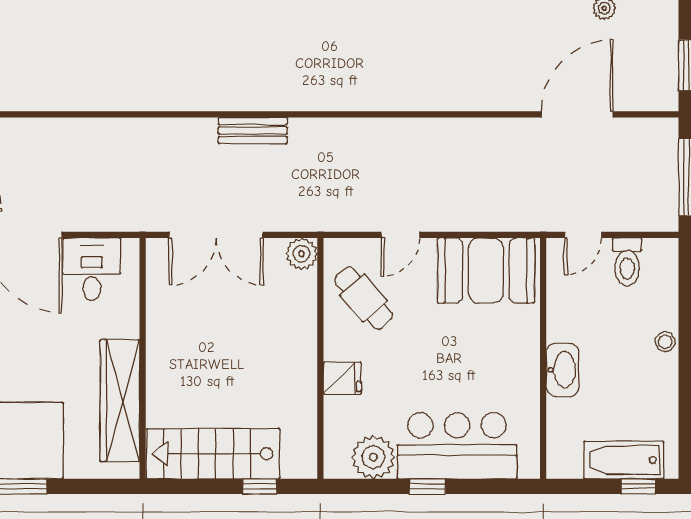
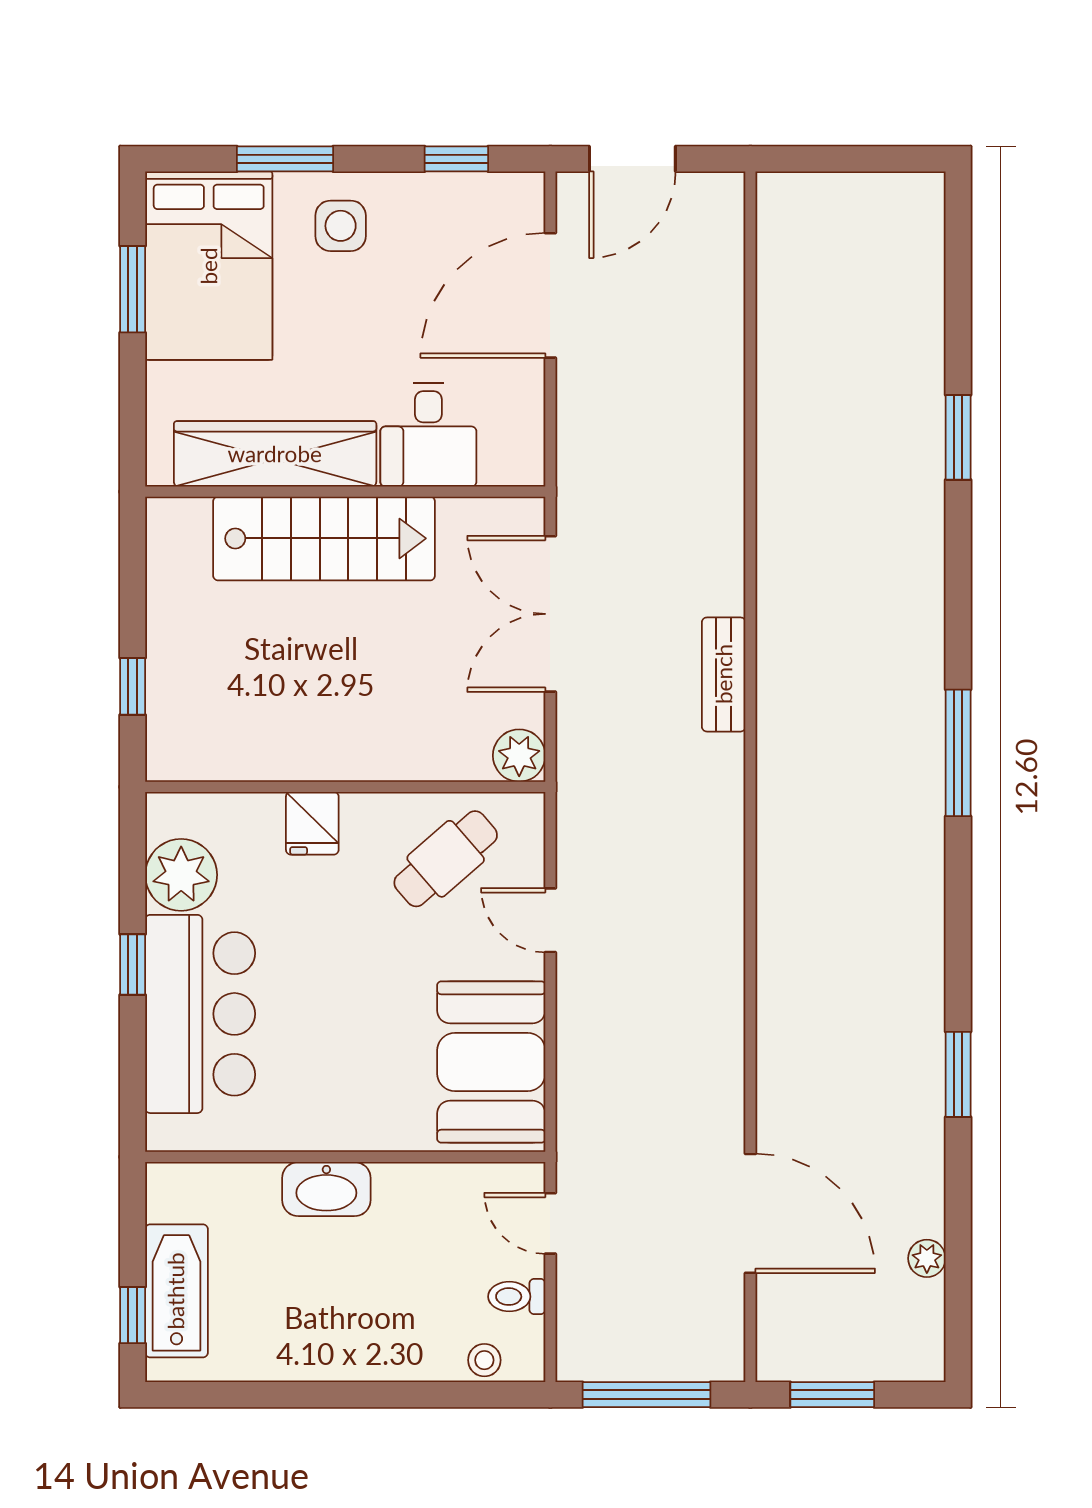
toilet: (627, 262) -> (517, 1297), width x0.73, depth x0.72
desk: (92, 269) -> (428, 435), moved, turned 90
stool: (665, 342) -> (484, 1360), moved
stairs: (213, 454) -> (324, 538), moved, turned 90

